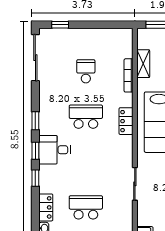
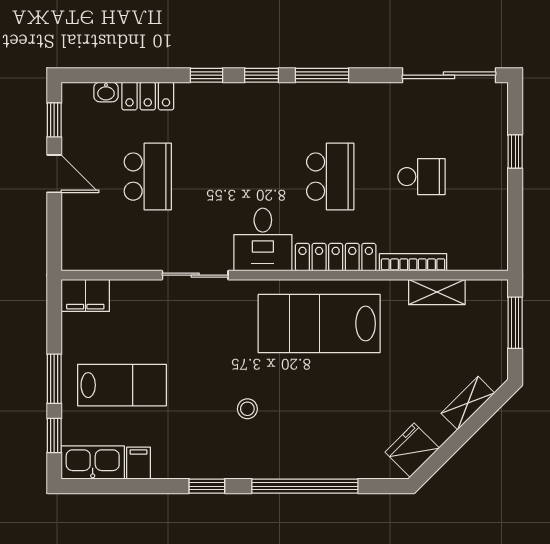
window: (60, 25) -> (515, 152), moved
window: (35, 121) -> (322, 75), width x1.50
locker: (126, 121) -> (336, 257), width x1.53
desk: (54, 150) -> (263, 240), moved, turned 180

